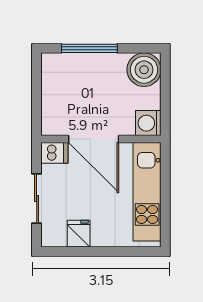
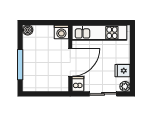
boiler: (144, 70) -> (28, 30), width x0.54, depth x0.54
plant: (50, 238) -> (125, 86), added

